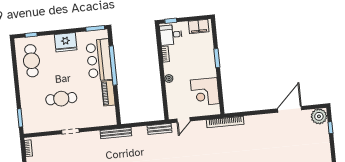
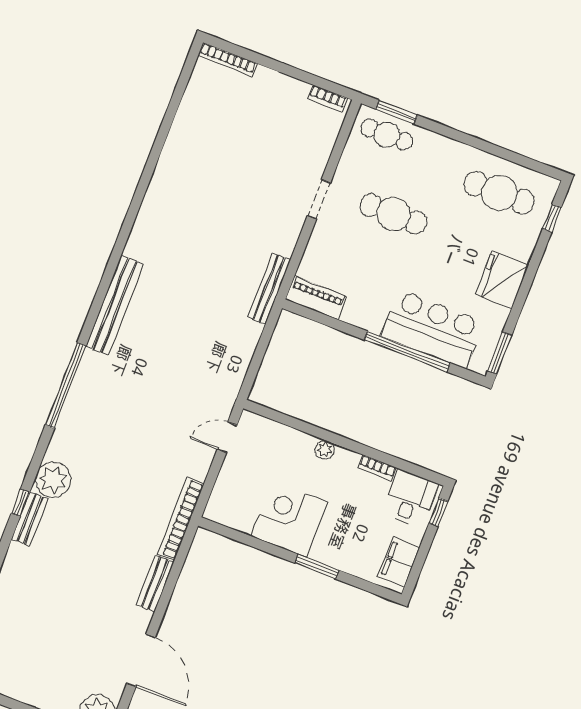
corner desk: (205, 92) -> (289, 519), moved
piano: (108, 93) -> (316, 298), moved
cafe table: (61, 99) -> (393, 214), turned 90
cafe table: (31, 117) -> (387, 135), added
door: (183, 120) -> (227, 437), hinge flipped
bench: (159, 129) -> (155, 584), moved

